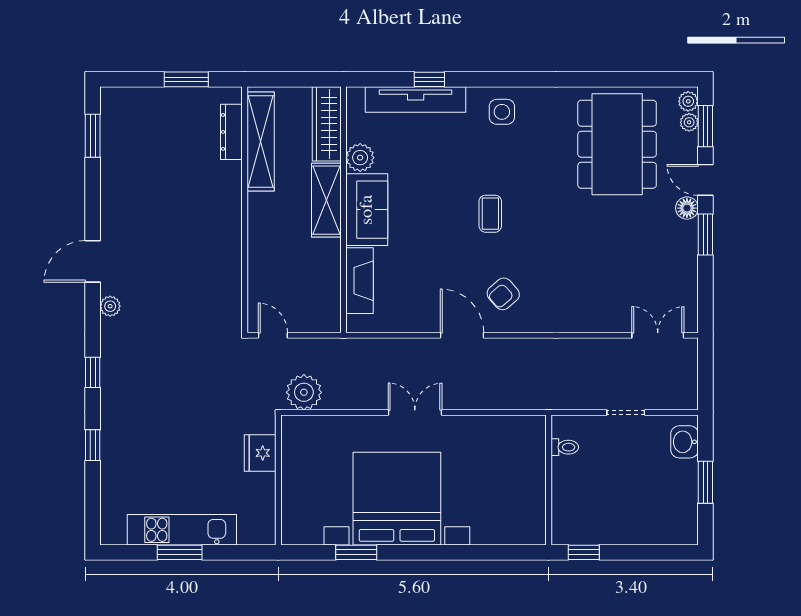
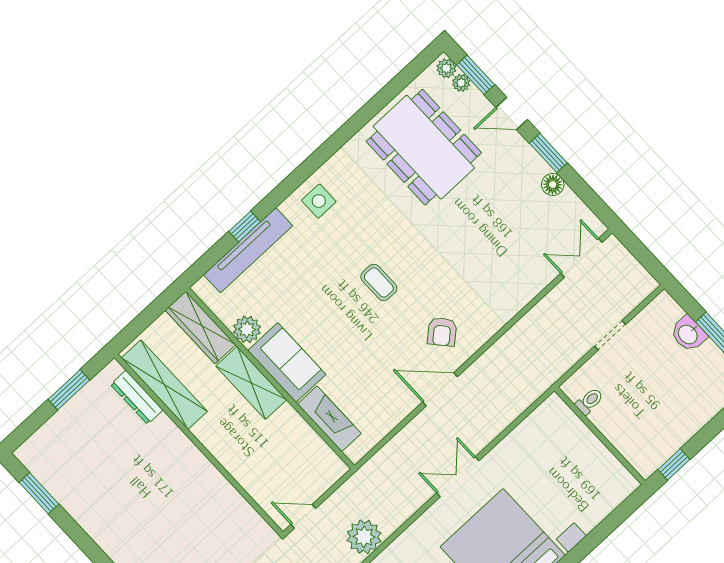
floor lamp: (687, 208) -> (553, 185), moved
washbasin: (685, 442) -> (688, 334), moved

